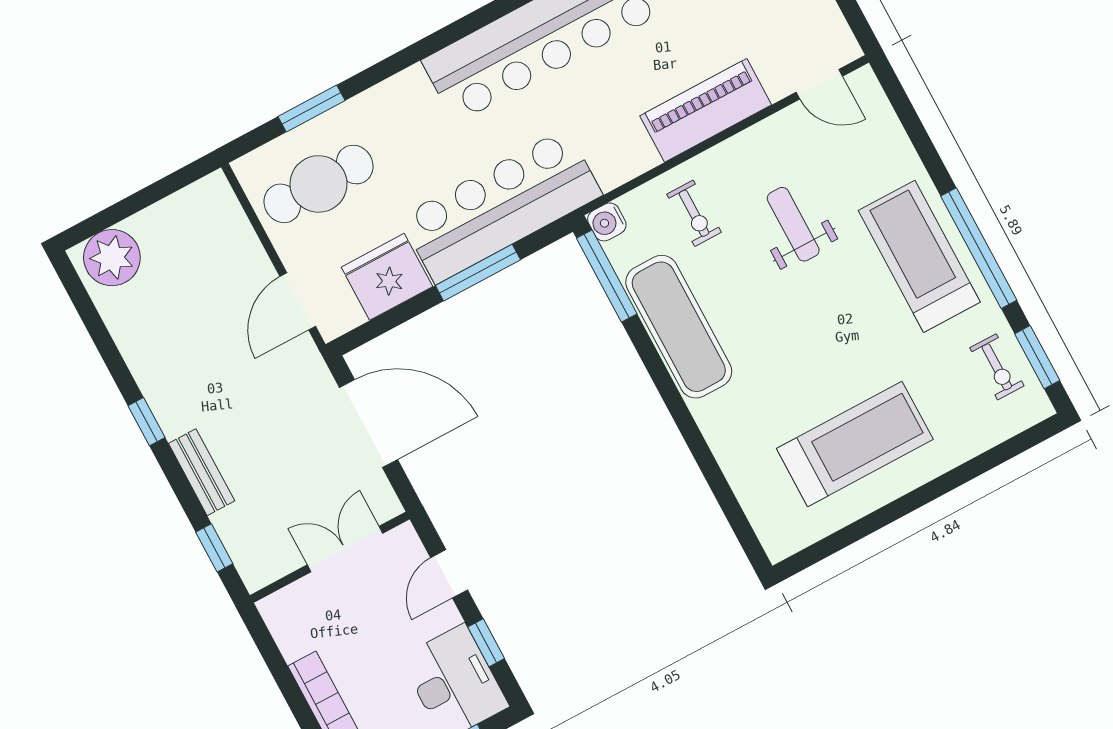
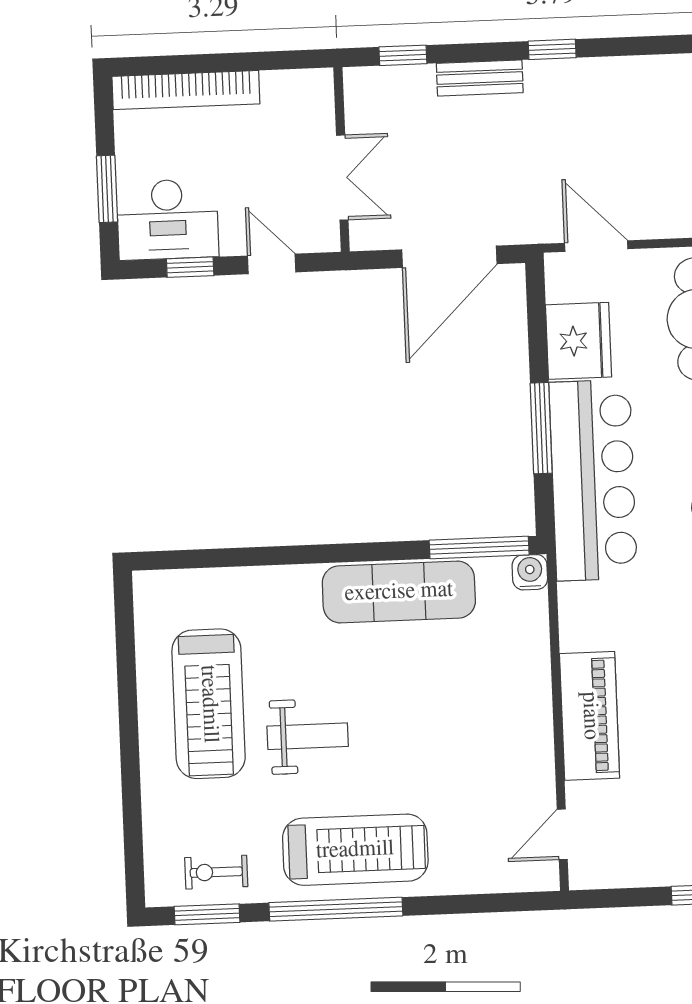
exercise bike: (694, 213) -> (498, 658), removed
weight bench: (793, 224) -> (308, 736), moved

